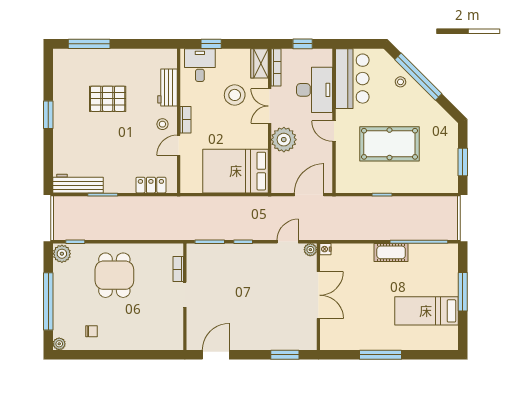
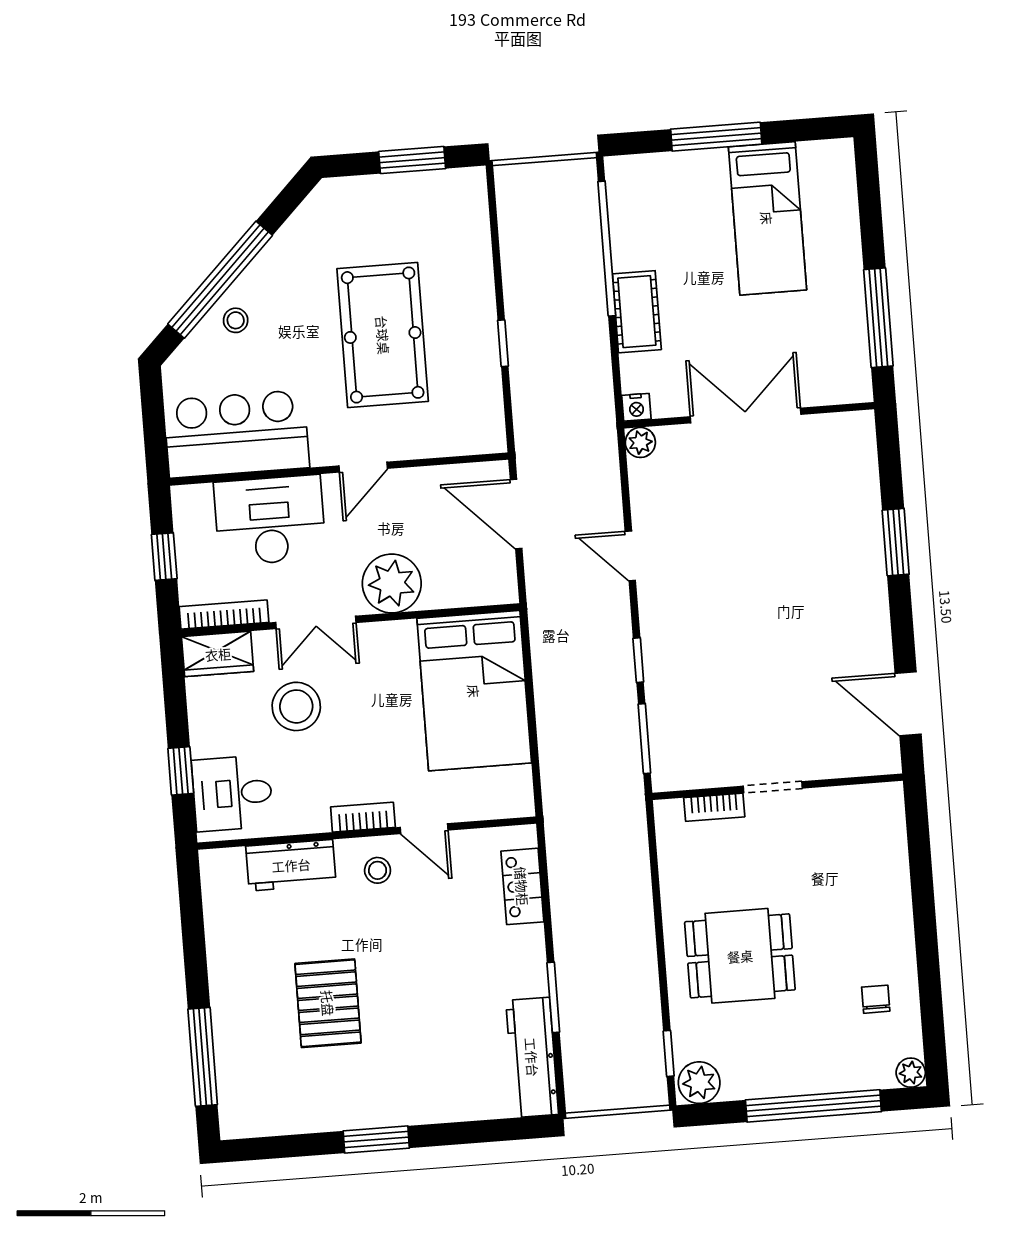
nightstand: (325, 249) -> (636, 407), moved
plant: (310, 250) -> (640, 442), moved
double door: (318, 295) -> (746, 416), moved
wall: (318, 297) -> (749, 415), moved

